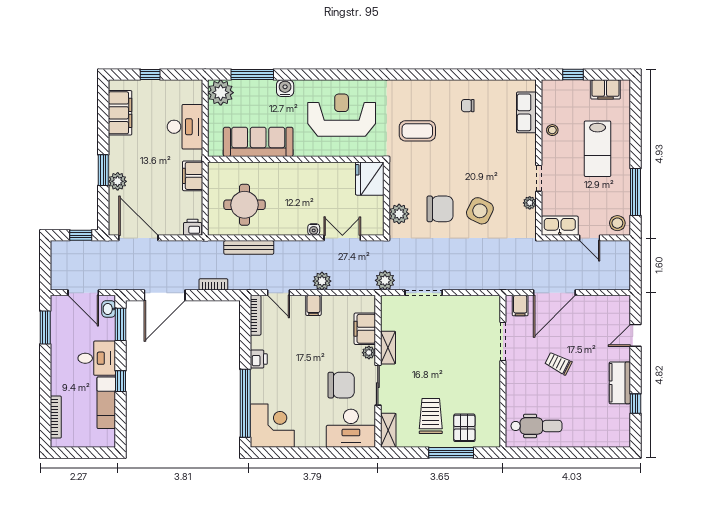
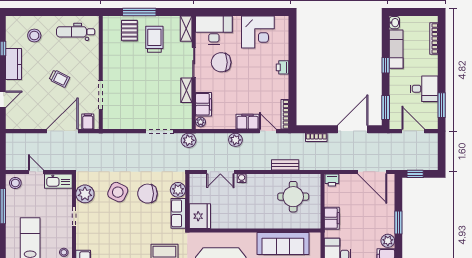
plant: (118, 181) -> (388, 241), moved
row of seats: (399, 182) -> (178, 213), added
plant: (530, 203) -> (85, 194), width x1.88, depth x1.88
bench: (249, 247) -> (285, 165), width x0.73
filing cabinet: (313, 305) -> (247, 122), width x2.00
washbasin: (109, 309) -> (394, 23), moved
plant: (369, 353) -> (201, 122), moved
desk: (97, 358) -> (424, 89), moved, turned 180
printer: (259, 359) -> (283, 67), moved
window: (245, 403) -> (293, 49), removed
trolley: (431, 416) -> (154, 39), turned 180
stool: (592, 421) -> (34, 36), added
corner desk: (272, 426) -> (258, 32), moved, turned -90

